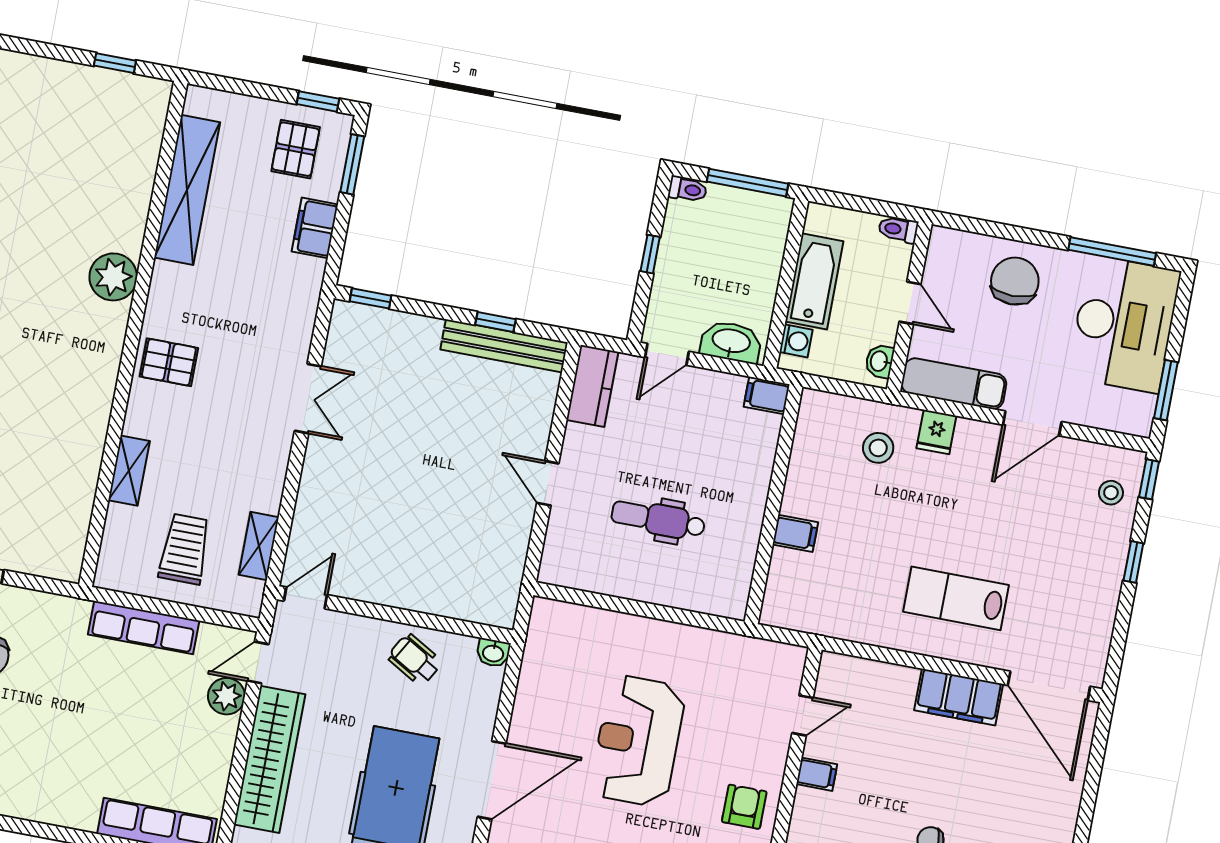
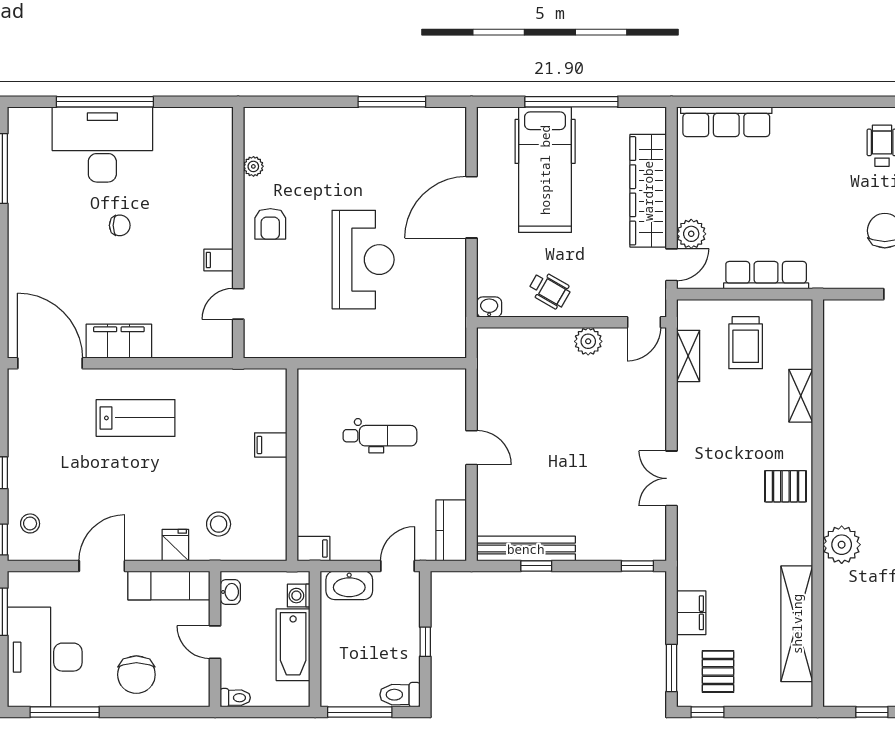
toilet: (688, 189) -> (400, 695), width x1.37, depth x1.39
plant: (379, 587) -> (588, 341), added

